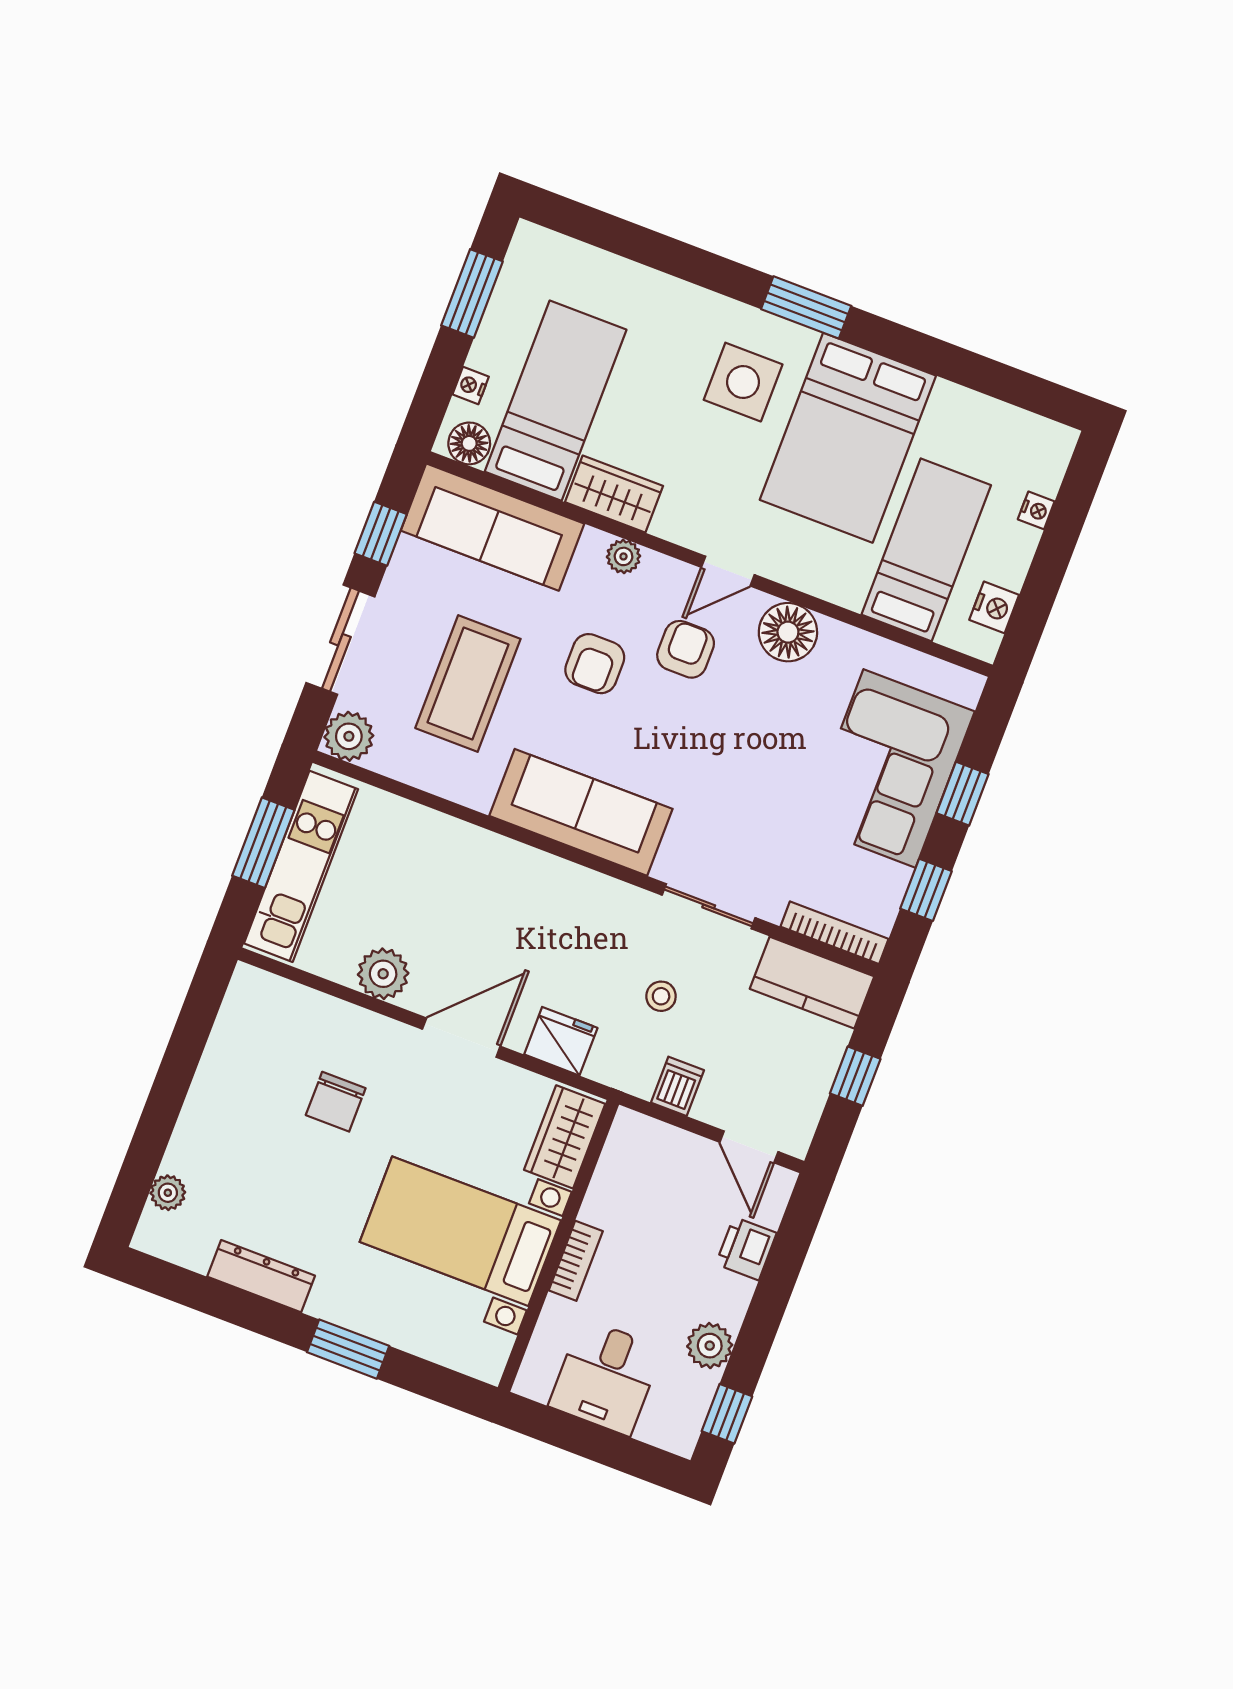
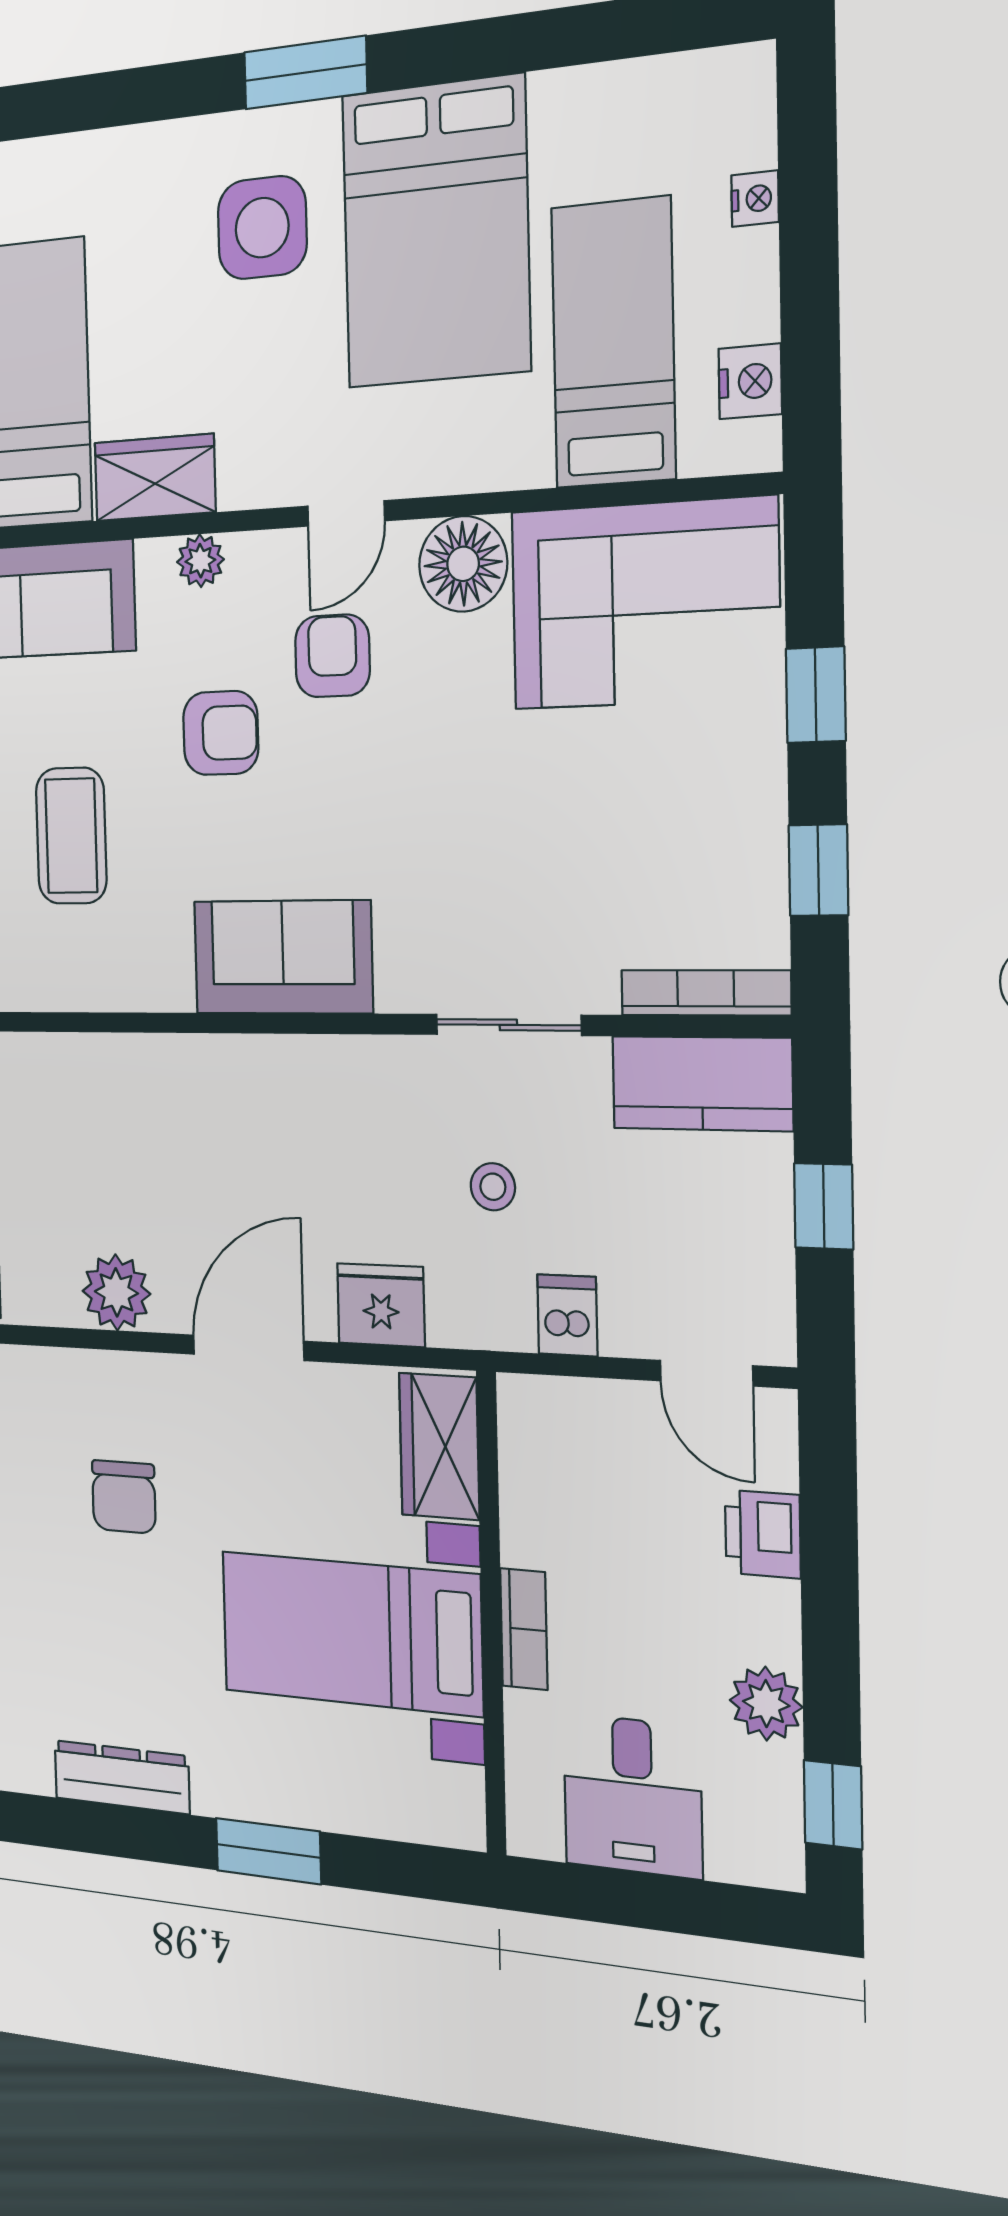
armchair: (595, 664) -> (221, 733), turned -90
coffee table: (468, 683) -> (71, 836), width x0.73, depth x0.76
corner sofa: (889, 768) -> (644, 604), moved, turned -90
sofa: (581, 812) -> (283, 957), width x0.73

